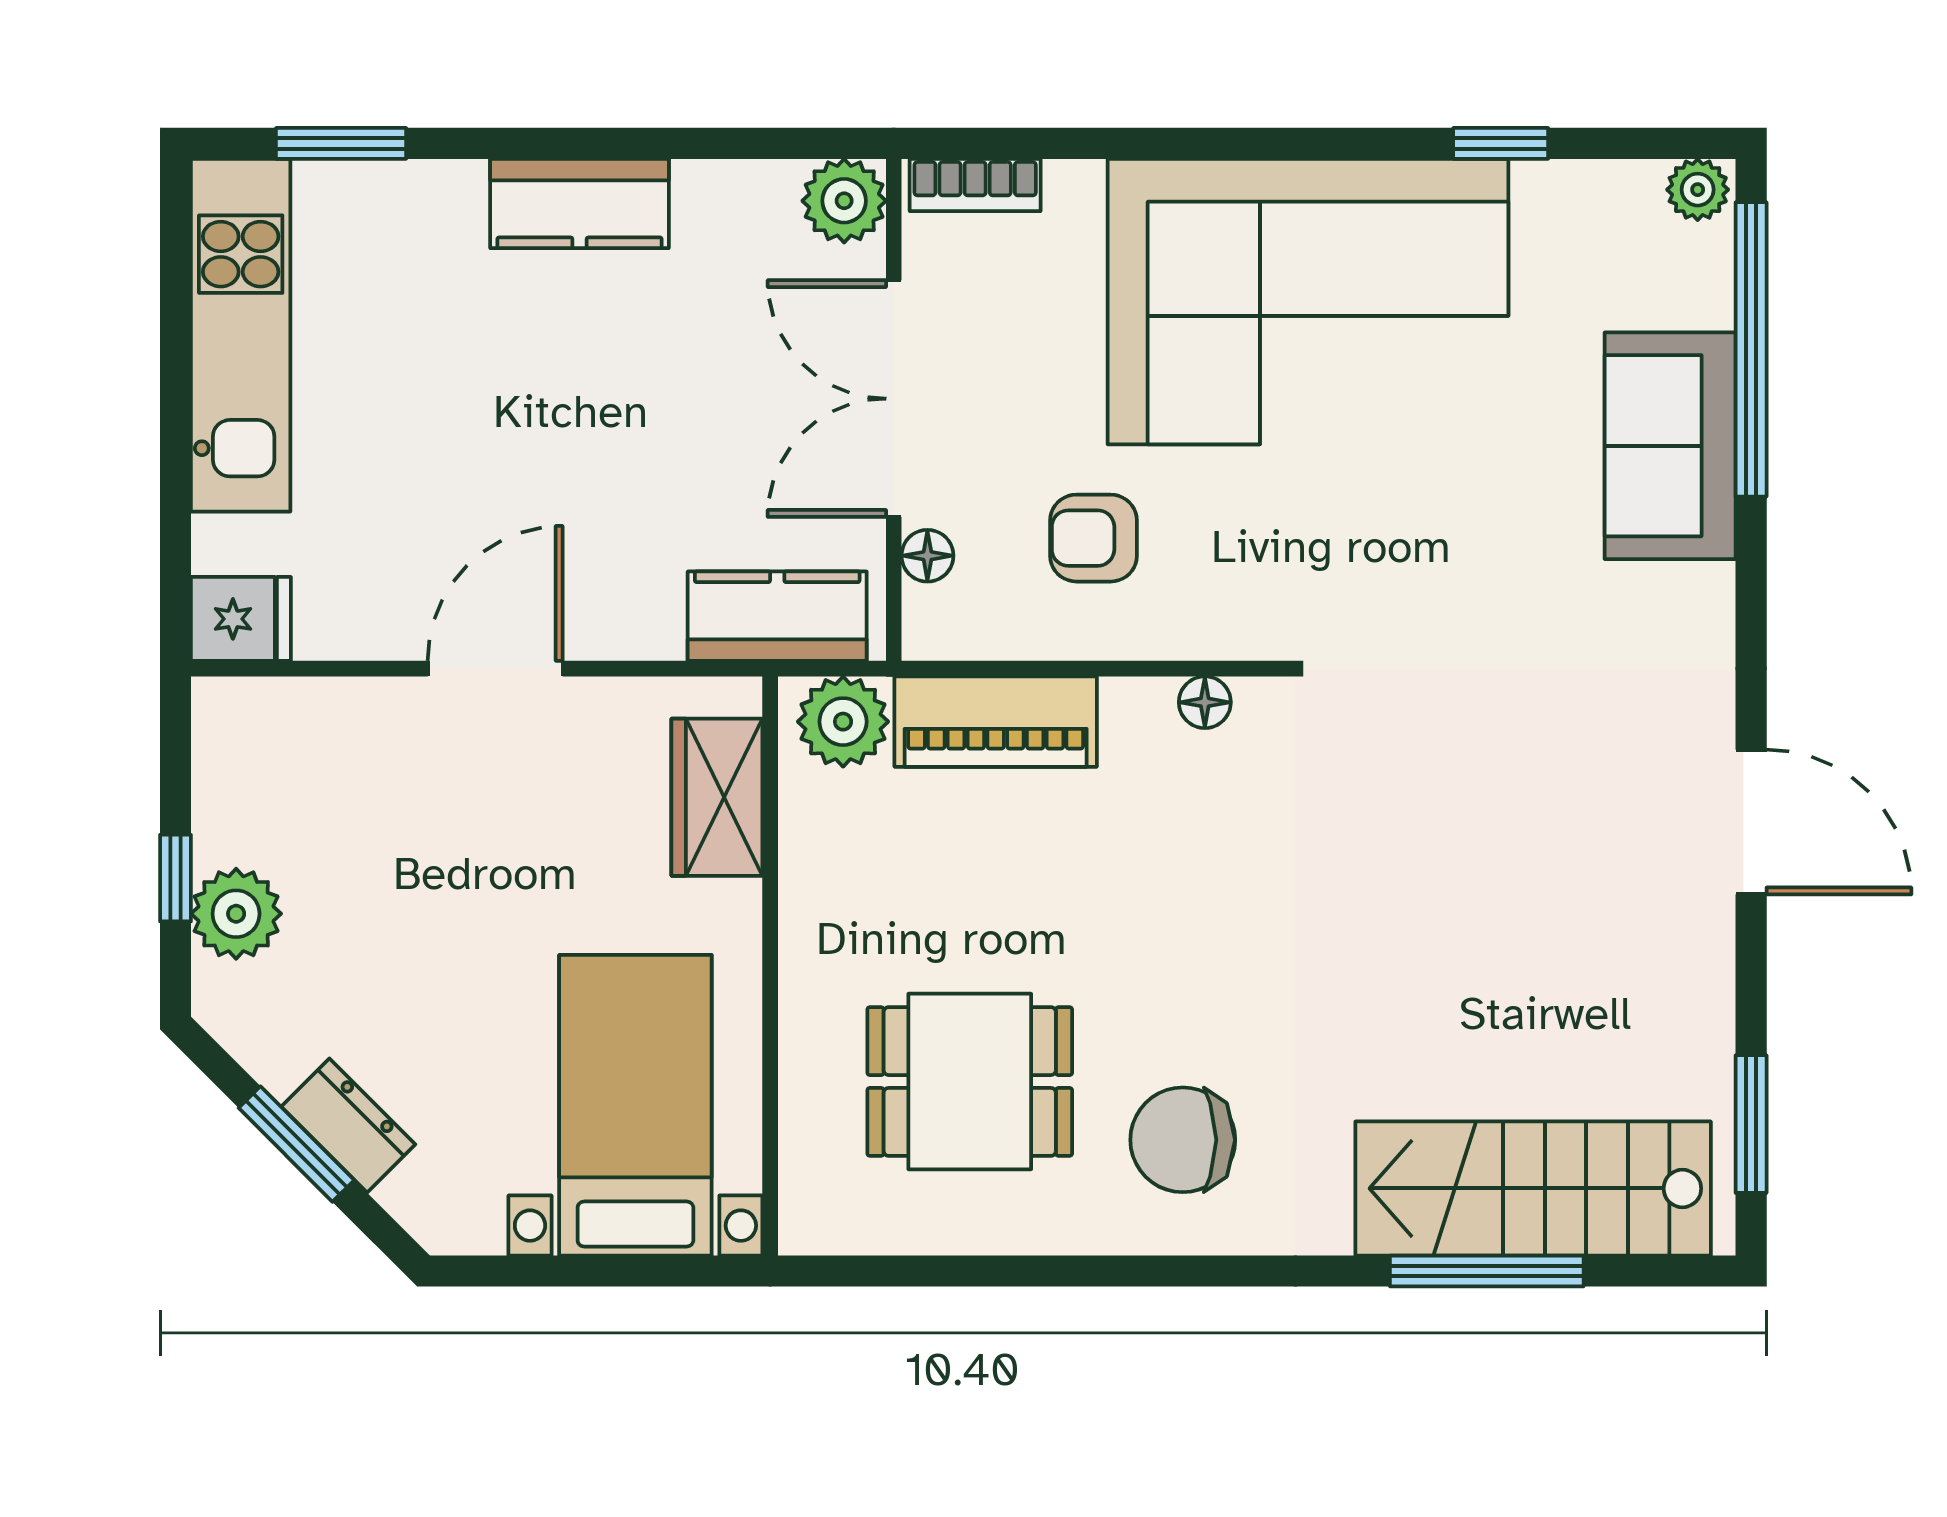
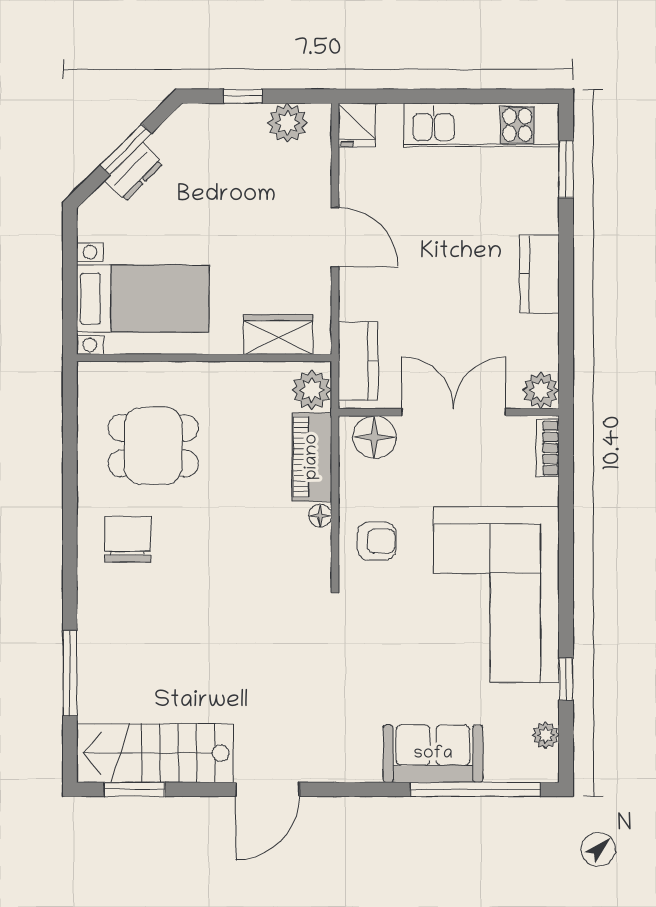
plant: (1698, 190) -> (546, 735), moved
armchair: (1093, 538) -> (377, 541), moved, turned 90
floor lamp: (927, 556) -> (374, 437), width x1.89, depth x1.89
floor lamp: (1205, 702) -> (320, 516), moved
plant: (236, 914) -> (288, 123), moved
dining table: (970, 1081) -> (153, 446), turned 90
stairs: (1533, 1188) -> (155, 753), moved, turned -90

